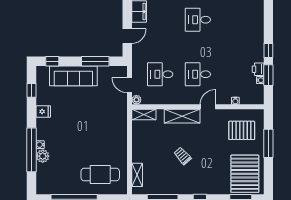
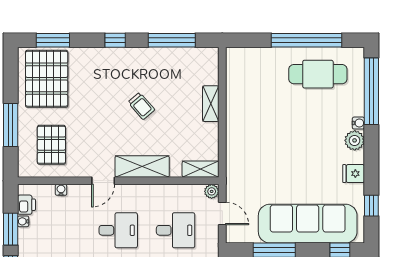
printer: (258, 69) -> (26, 205), moved
sofa: (73, 76) -> (308, 224), width x1.36, depth x1.27
pallet: (242, 130) -> (51, 145), turned 90
window: (32, 150) -> (371, 91), moved
plant: (43, 156) -> (355, 140), moved
cafe table: (100, 175) -> (318, 74), moved
shelving: (137, 175) -> (211, 104), moved

